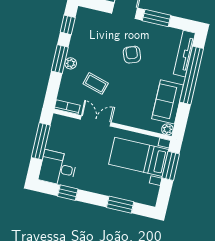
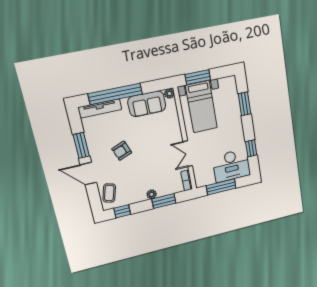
window: (60, 59) -> (164, 201), moved
coffee table: (96, 83) -> (109, 193), moved
desk: (58, 168) -> (231, 166), width x1.37

